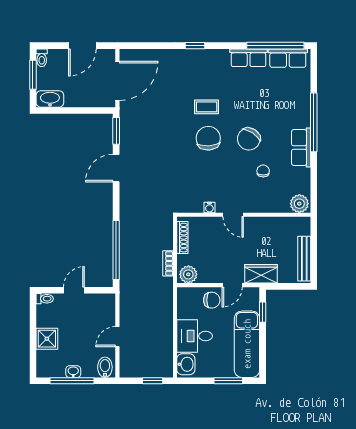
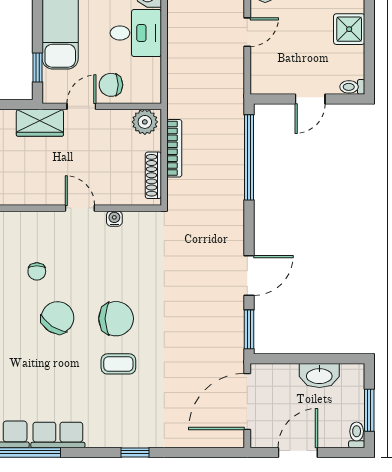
washbasin: (50, 99) -> (319, 375), moved
chair: (208, 138) -> (116, 319), turned -86
bookcase: (168, 263) -> (174, 148), width x1.56

